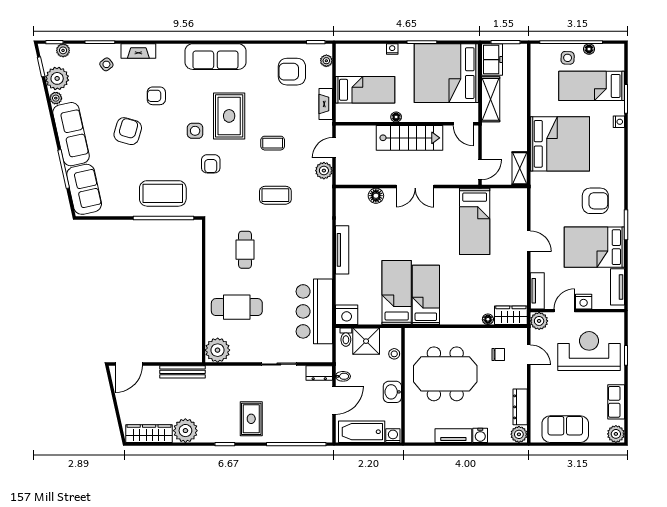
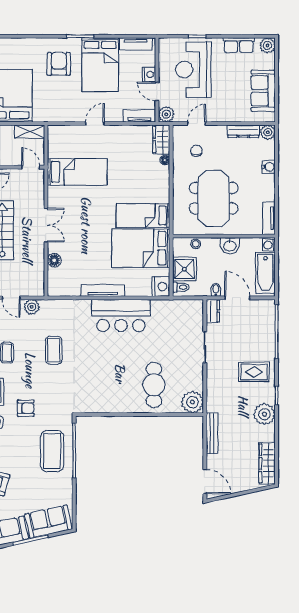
cafe table: (245, 250) -> (103, 378), removed
bed: (397, 293) -> (141, 248), width x1.50
bar counter: (314, 311) -> (121, 315), moved
plant: (185, 431) -> (264, 414), moved
tv unit: (453, 436) -> (269, 218), moved

